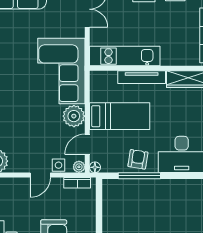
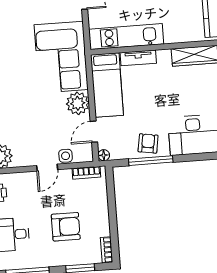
tv unit: (142, 77) -> (138, 58), width x0.71
bed: (120, 116) -> (107, 85), moved, turned 90
plant: (79, 167) -> (87, 156), removed

